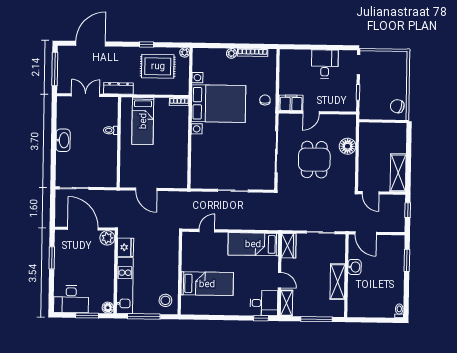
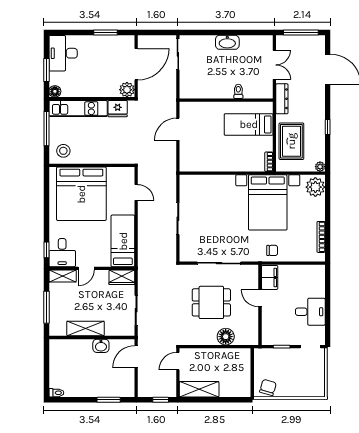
plant: (231, 53) -> (315, 187), moved, width x1.88, depth x1.88
rug: (158, 66) -> (291, 141), moved
bed: (207, 284) -> (81, 194), width x2.04

